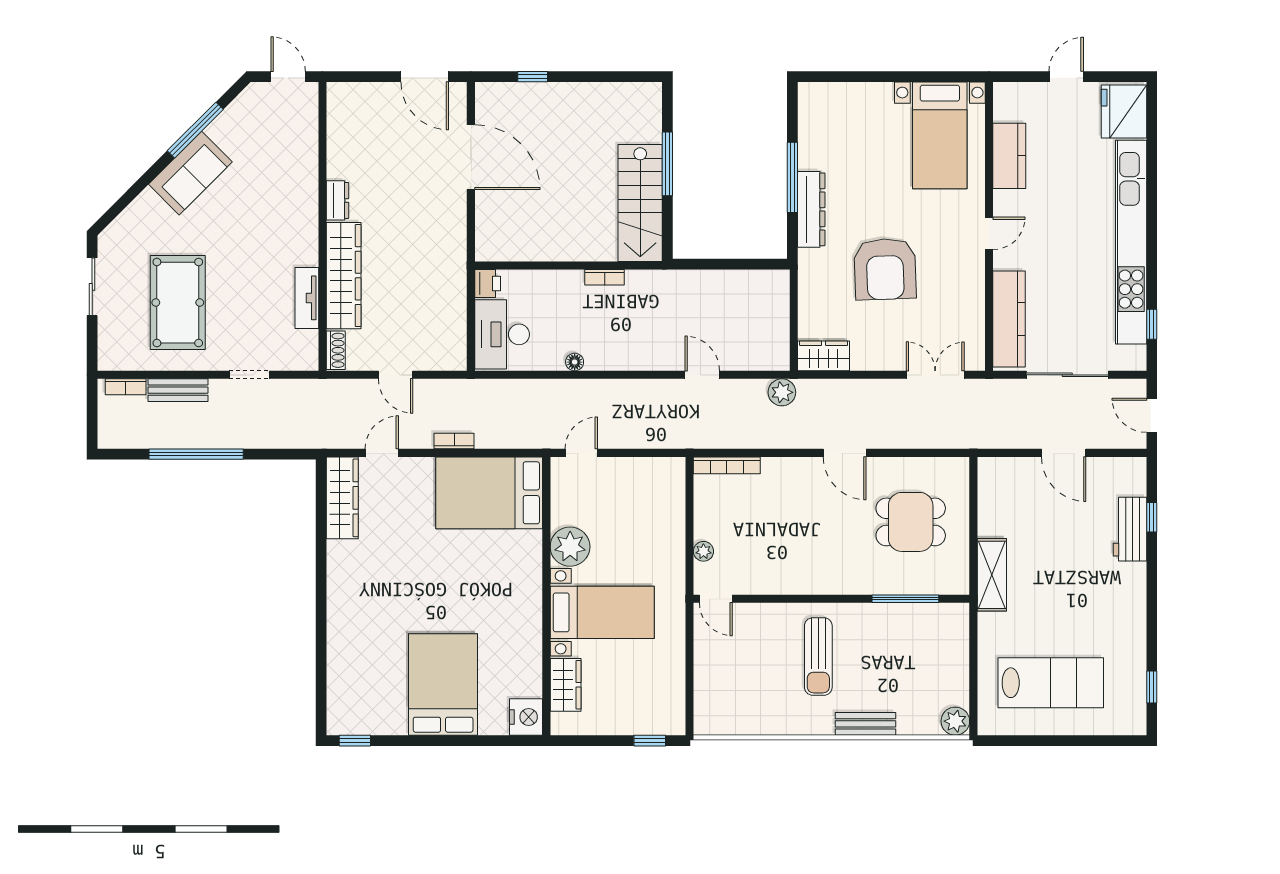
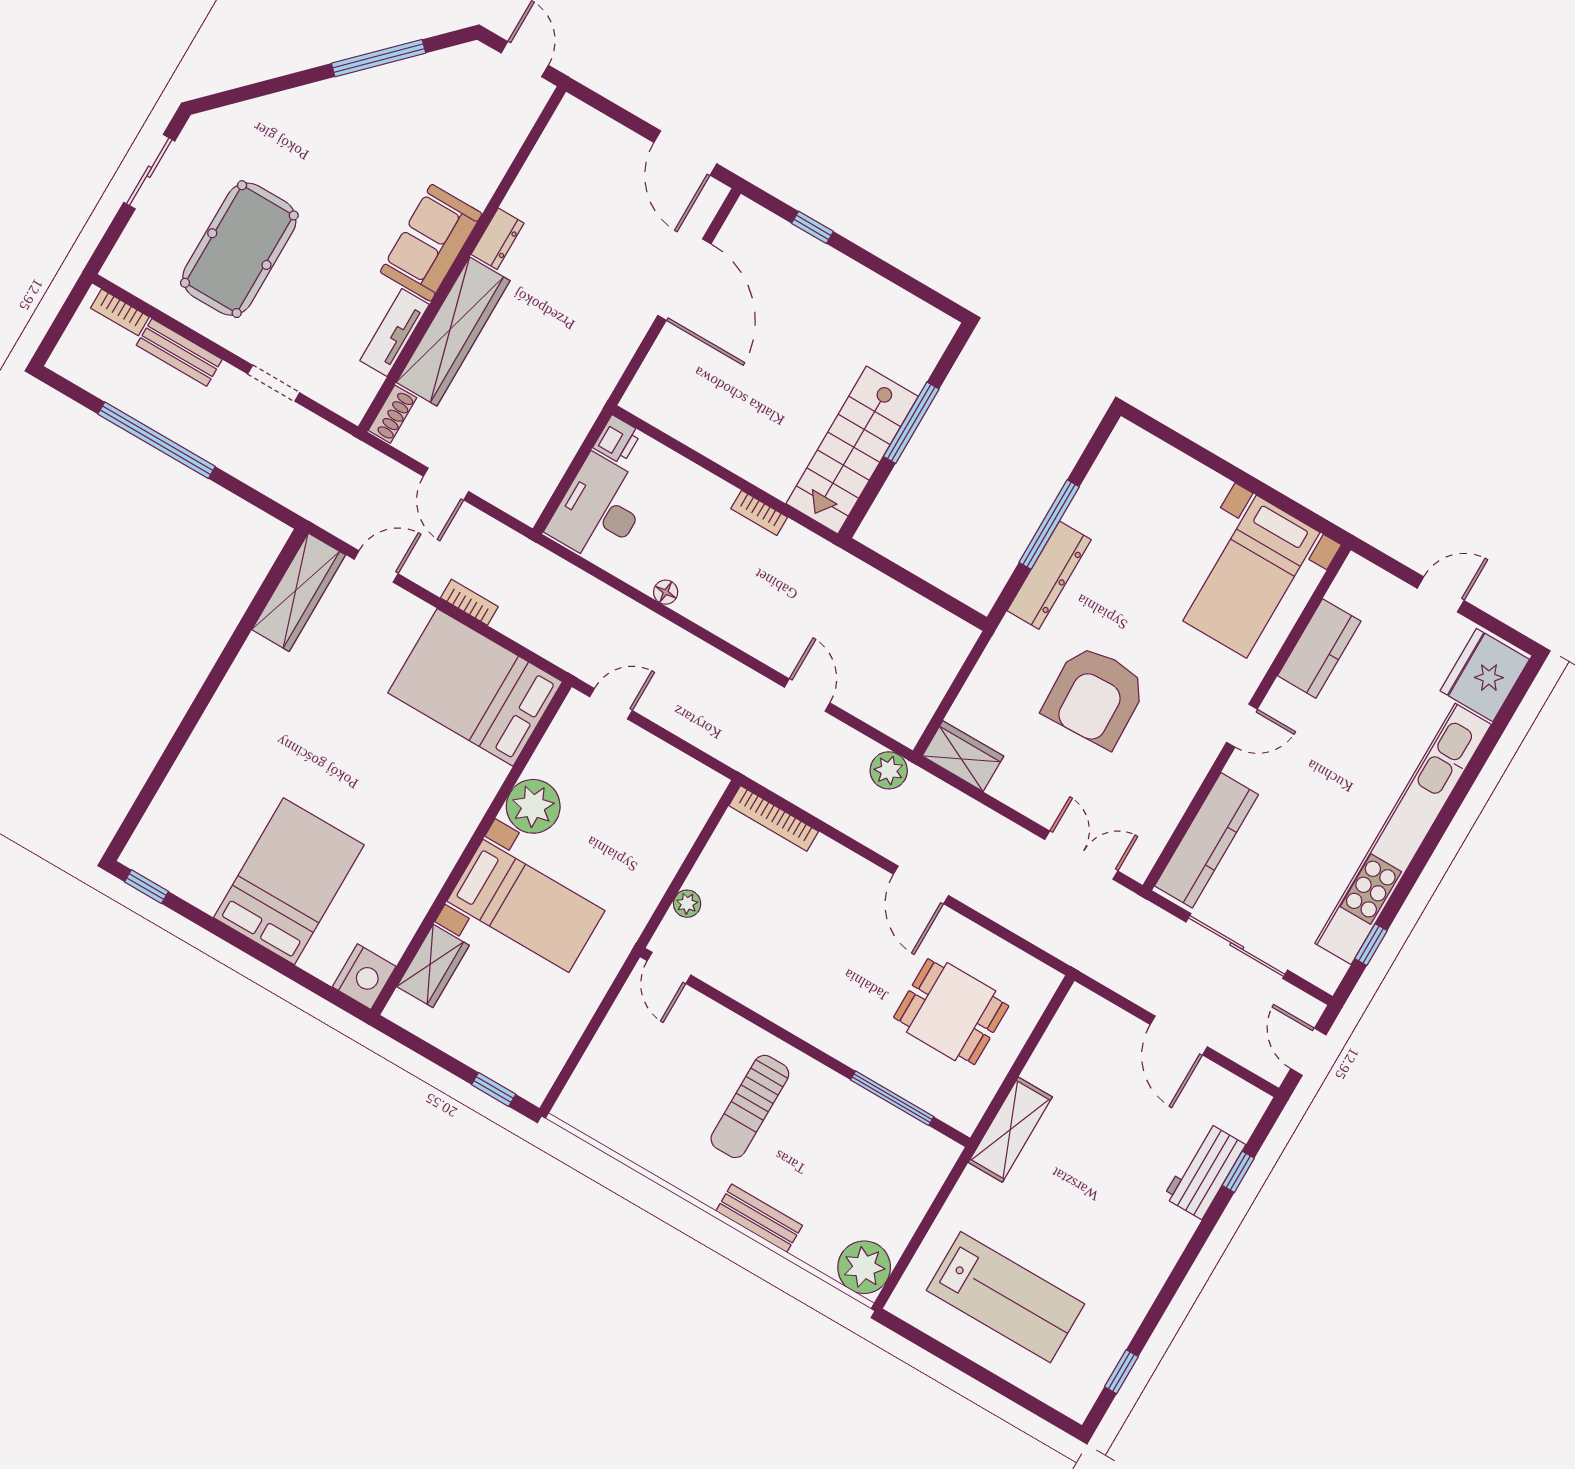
sofa: (190, 173) -> (431, 243), moved, turned 135
plant: (955, 721) -> (864, 1267), width x1.36, depth x1.36

